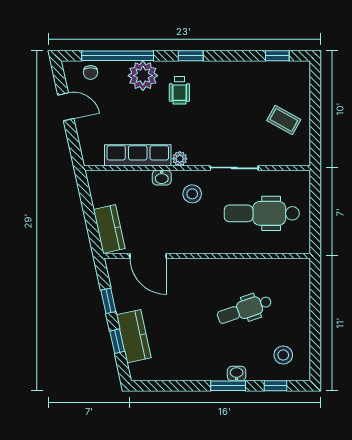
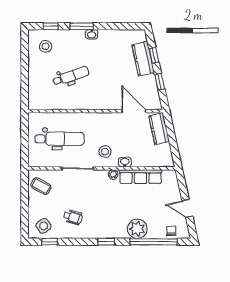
side table: (286, 80) -> (44, 226), added
wheelchair: (179, 90) -> (73, 217), moved, turned 106
coffee table: (284, 120) -> (41, 186), moved
washbasin: (237, 374) -> (92, 34), moved

